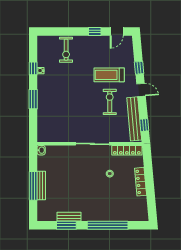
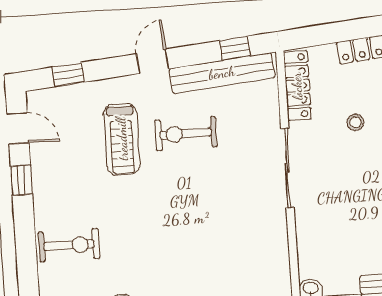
window: (139, 68) -> (68, 75), moved

